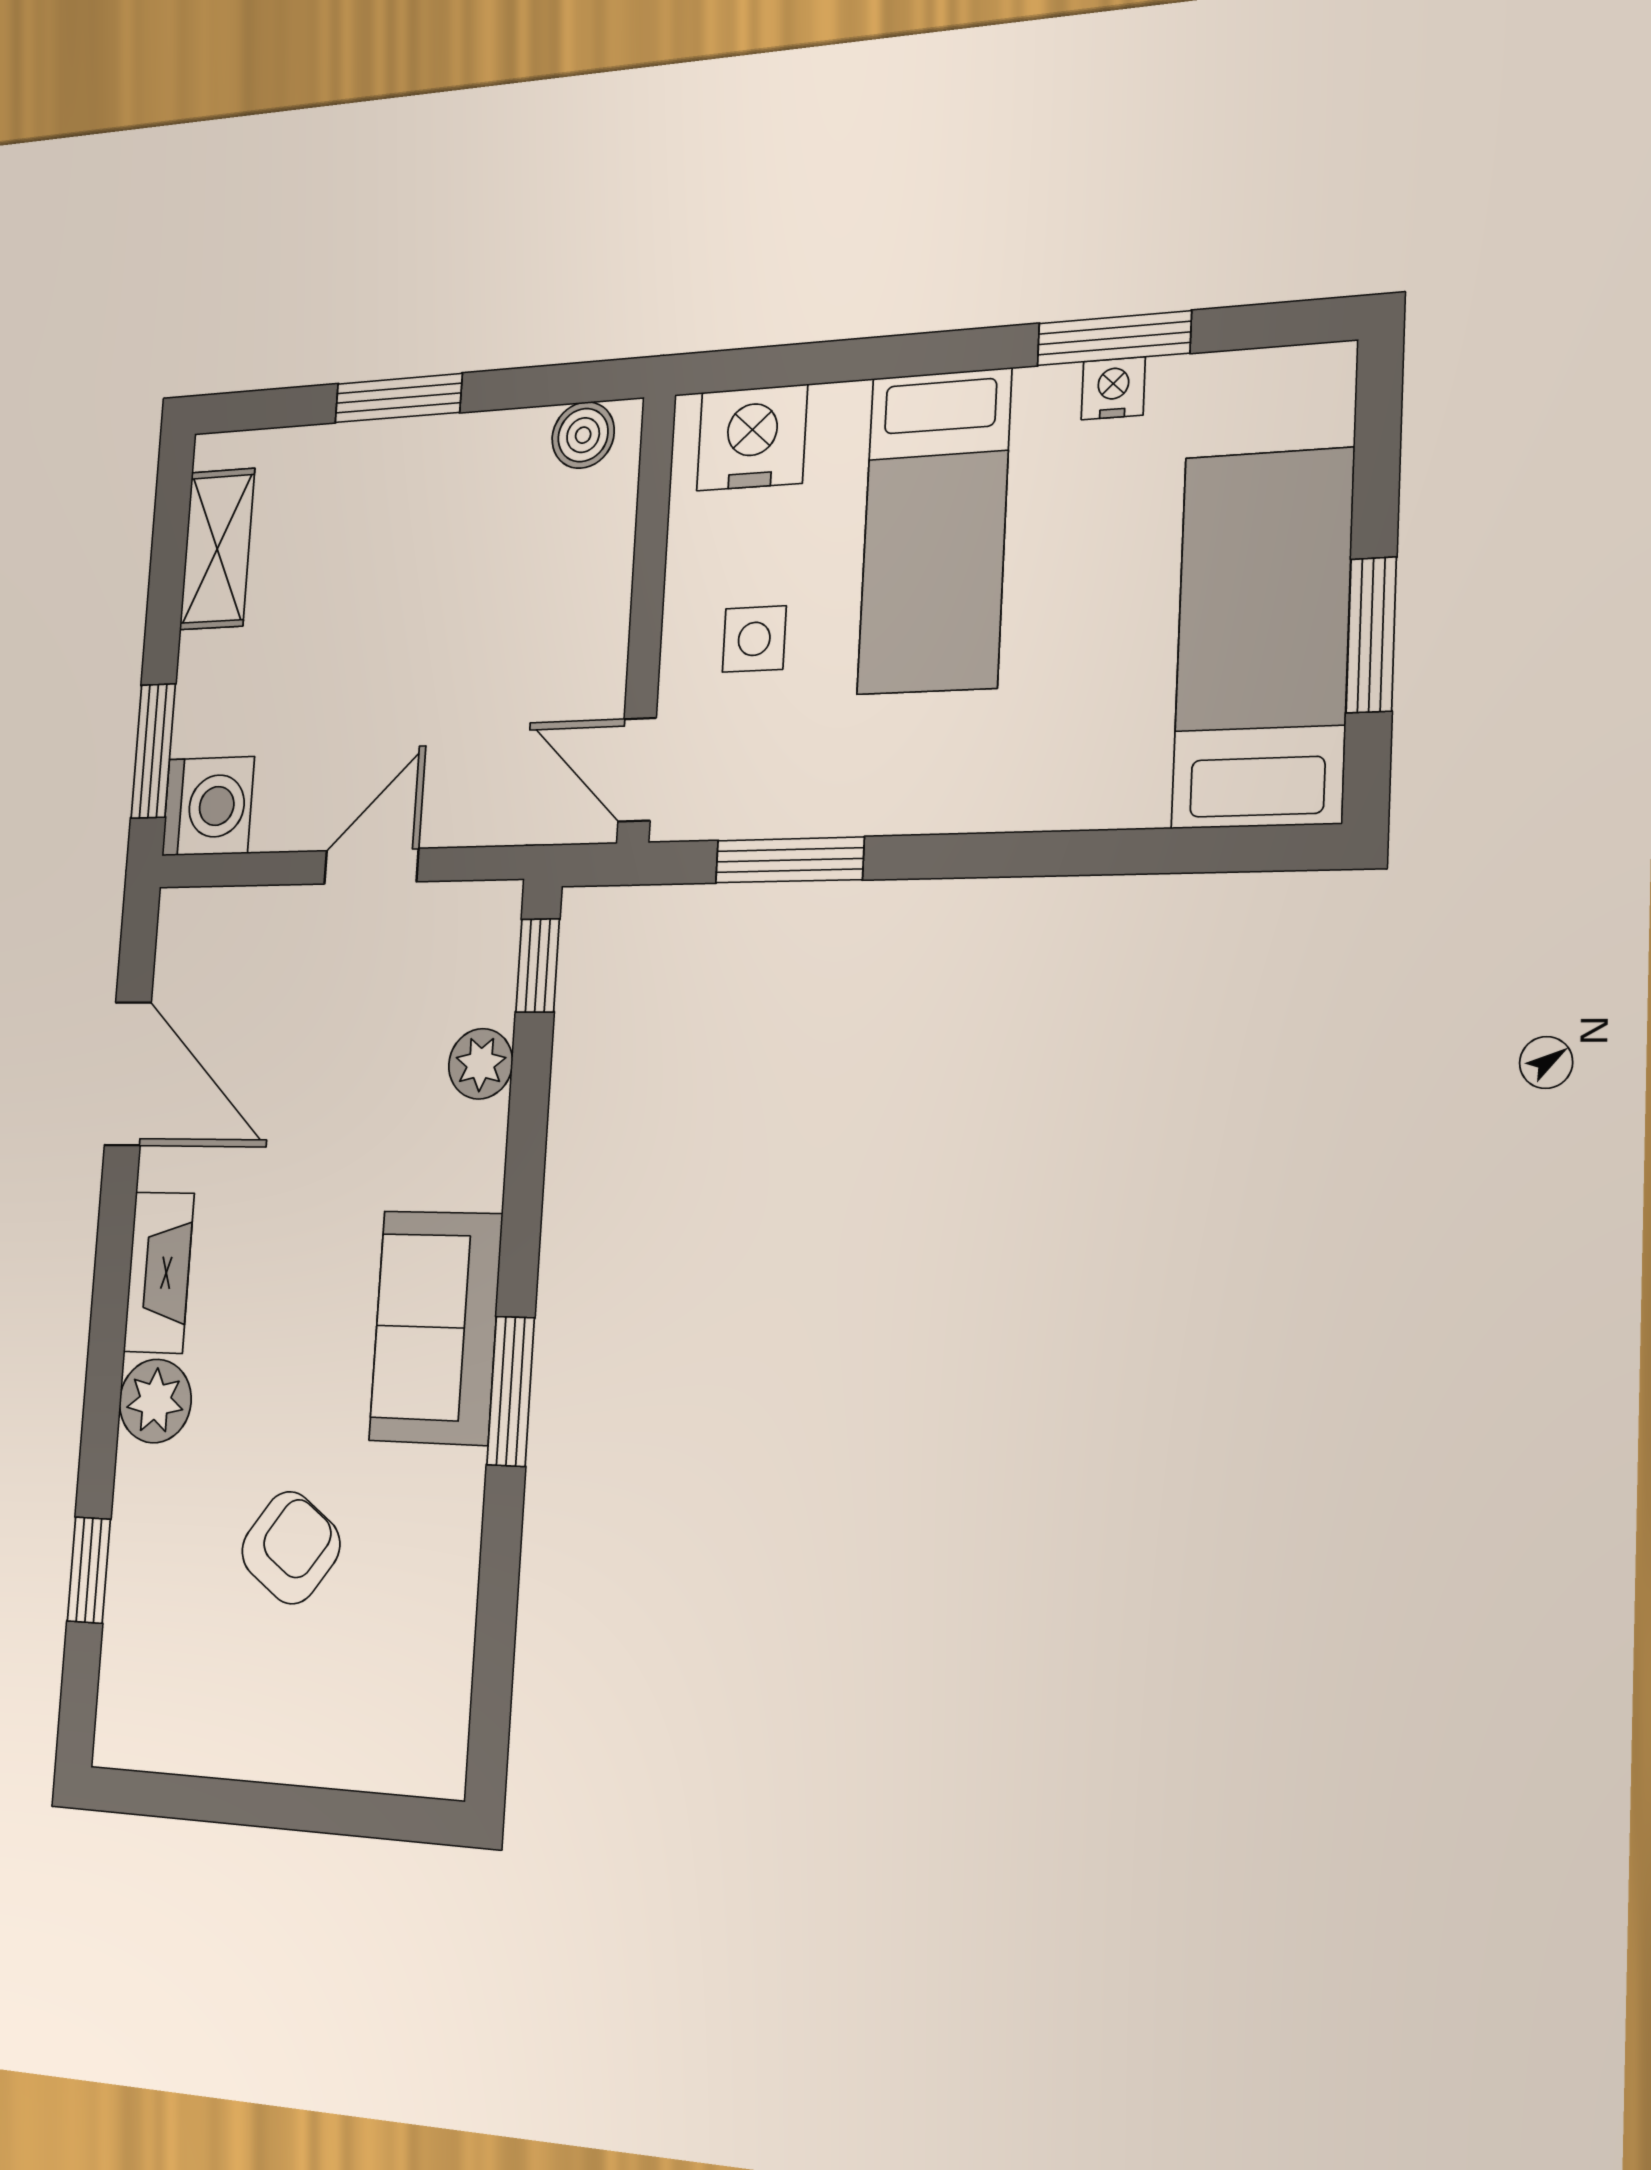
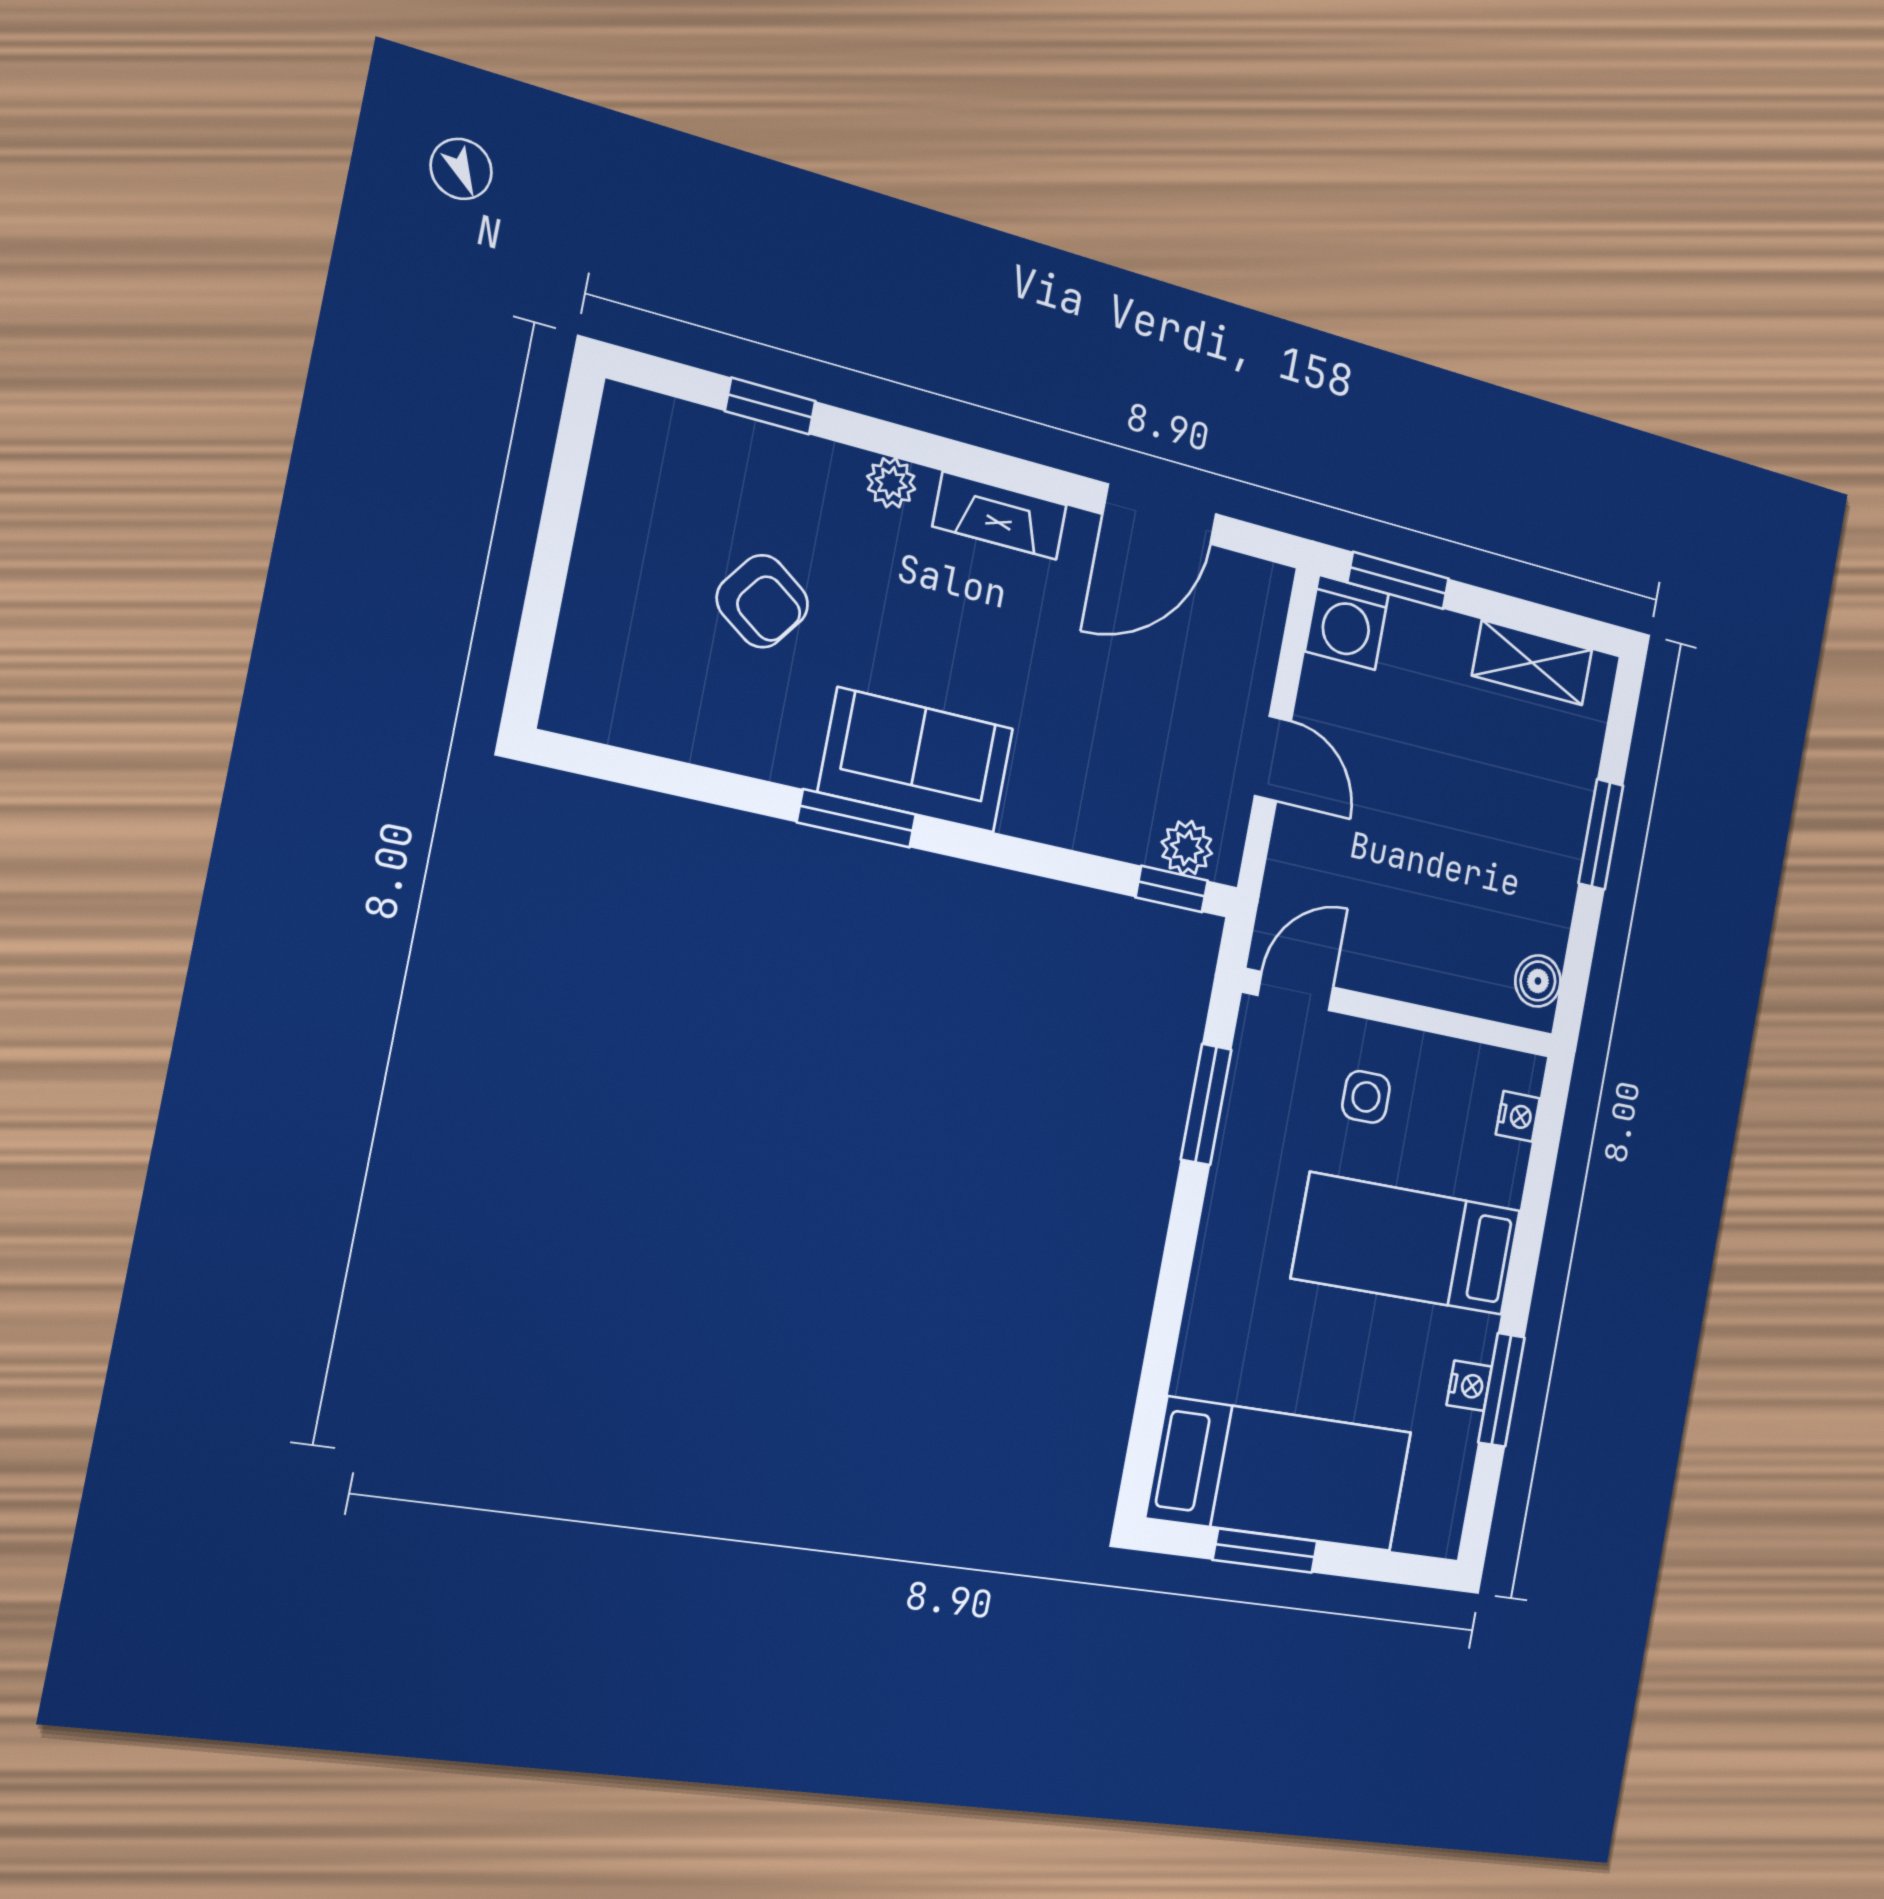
nightstand: (752, 438) -> (1518, 1116), width x0.53, depth x0.56
plant: (481, 1064) -> (1187, 848), moved
plant: (155, 1401) -> (891, 483), width x0.73, depth x0.73

